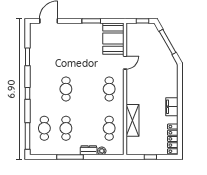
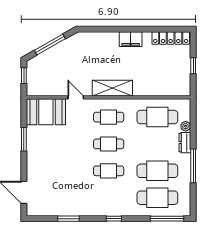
cafe table: (88, 89) -> (109, 144), added
shelving: (132, 120) -> (112, 88), moved
cafe table: (44, 128) -> (157, 198), width x1.37, depth x1.35
cafe table: (66, 128) -> (157, 171), width x1.37, depth x1.35
cafe table: (109, 128) -> (157, 117), width x1.37, depth x1.35

